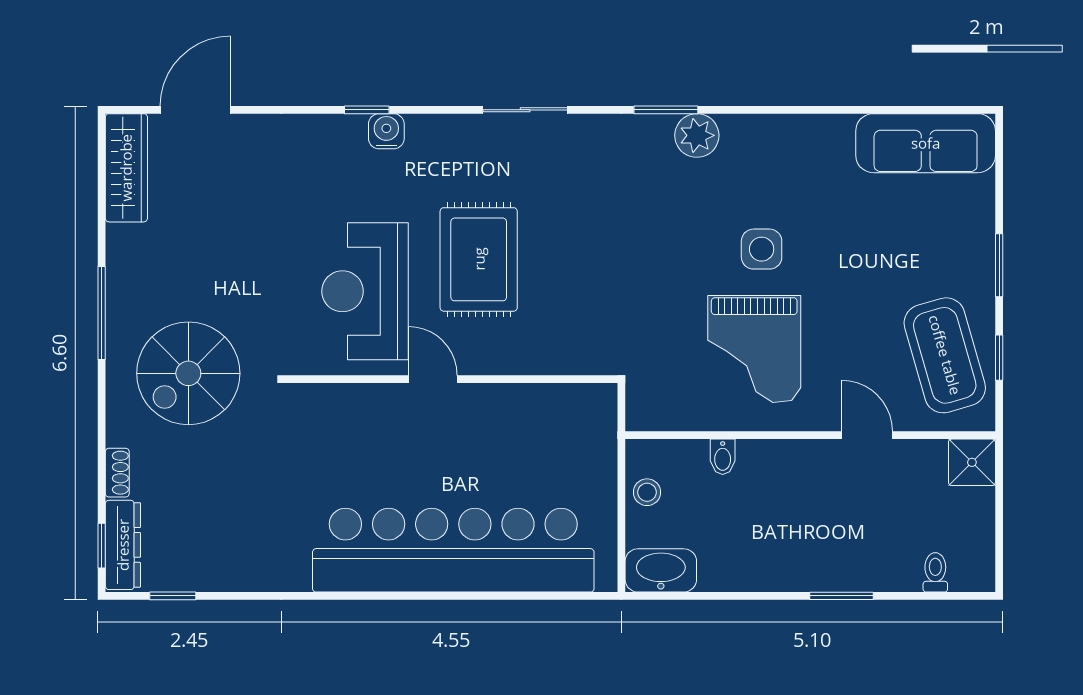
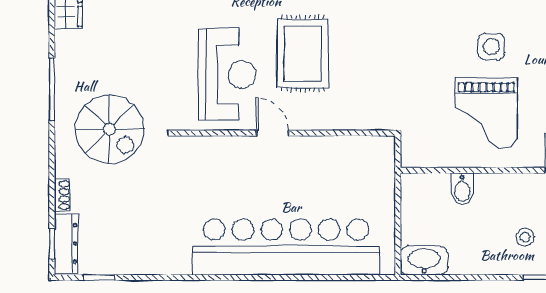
reception desk: (365, 291) -> (227, 75), turned 180
spiral stairs: (188, 373) -> (110, 129), turned -90
bidet: (723, 457) -> (462, 189), width x1.38, depth x1.36
stool: (647, 492) -> (525, 237), moved

